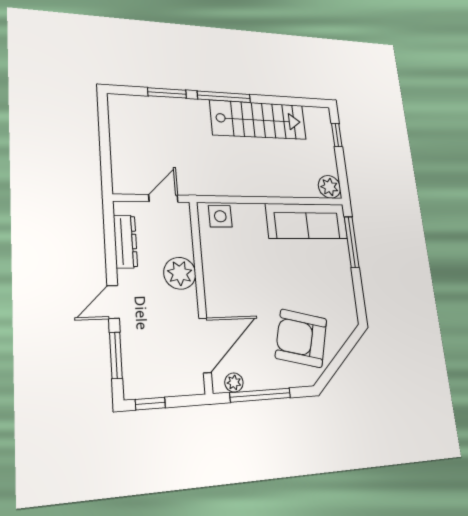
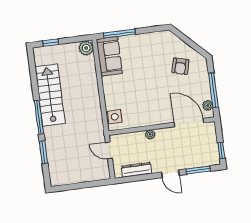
sofa: (307, 221) -> (109, 56), width x0.73
plant: (180, 273) -> (150, 134), width x0.53, depth x0.53
armchair: (301, 338) -> (180, 66), width x0.53, depth x0.53

